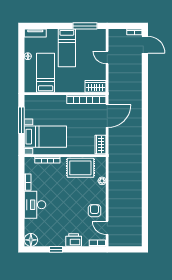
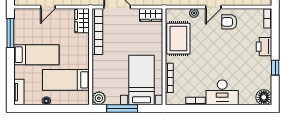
plant: (30, 101) -> (99, 98), added
door: (107, 228) -> (213, 7), moved

